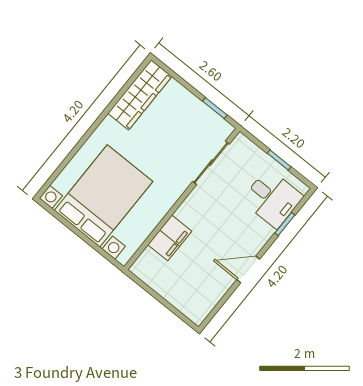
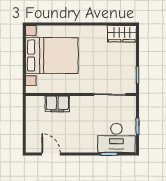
wardrobe: (140, 95) -> (122, 34), width x0.67
desk: (272, 198) -> (116, 138), width x1.37
door: (248, 269) -> (51, 154), moved

